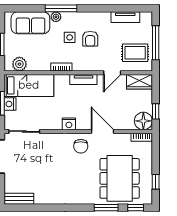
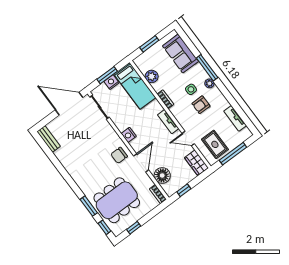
plant: (56, 17) -> (209, 83), moved
plant: (19, 64) -> (152, 76), moved
floor lamp: (143, 121) -> (162, 175), moved

